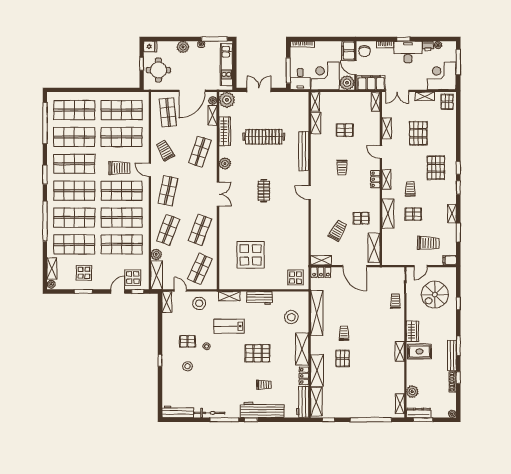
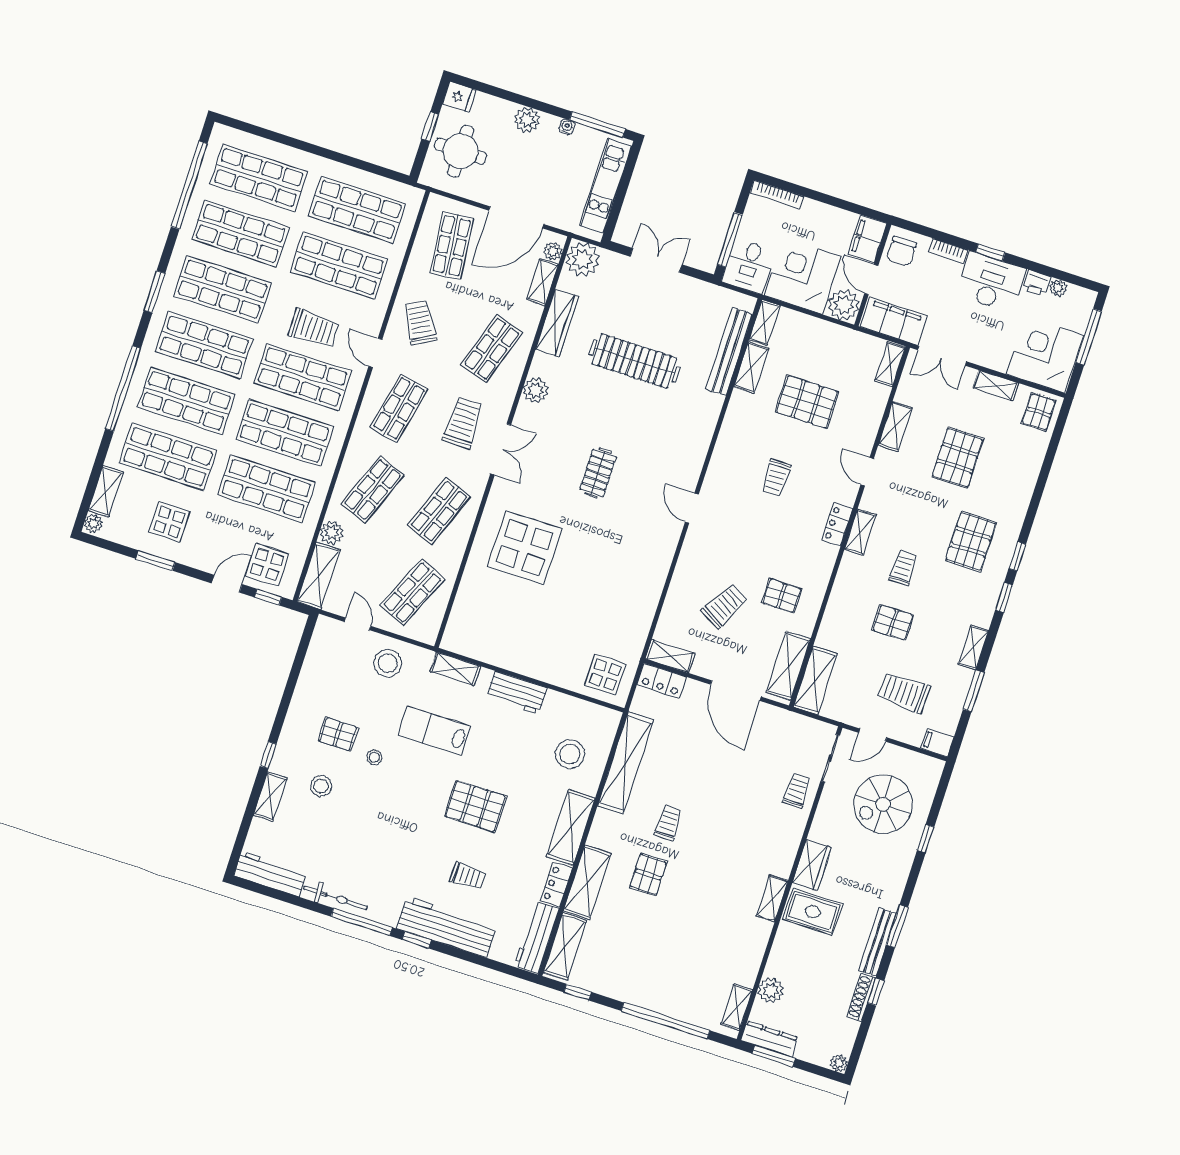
pallet: (345, 130) -> (807, 402), width x1.50, depth x1.42
bench: (304, 151) -> (729, 351), moved
trolley: (198, 188) -> (463, 423), added
shelving: (388, 214) -> (815, 680), moved
trolley: (428, 243) -> (904, 693), turned 180
display table: (250, 255) -> (525, 548), moved
shelving: (167, 302) -> (270, 797), moved

